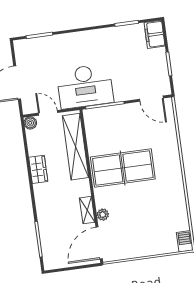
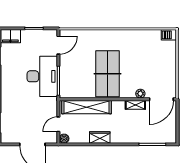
desk: (85, 86) -> (42, 76), moved
door: (99, 243) -> (161, 99), hinge flipped

